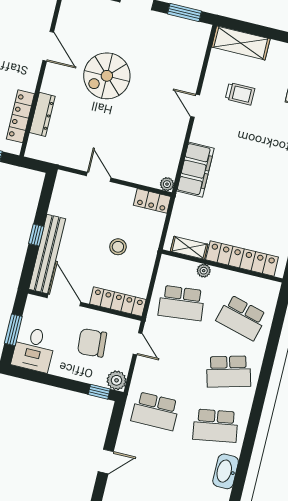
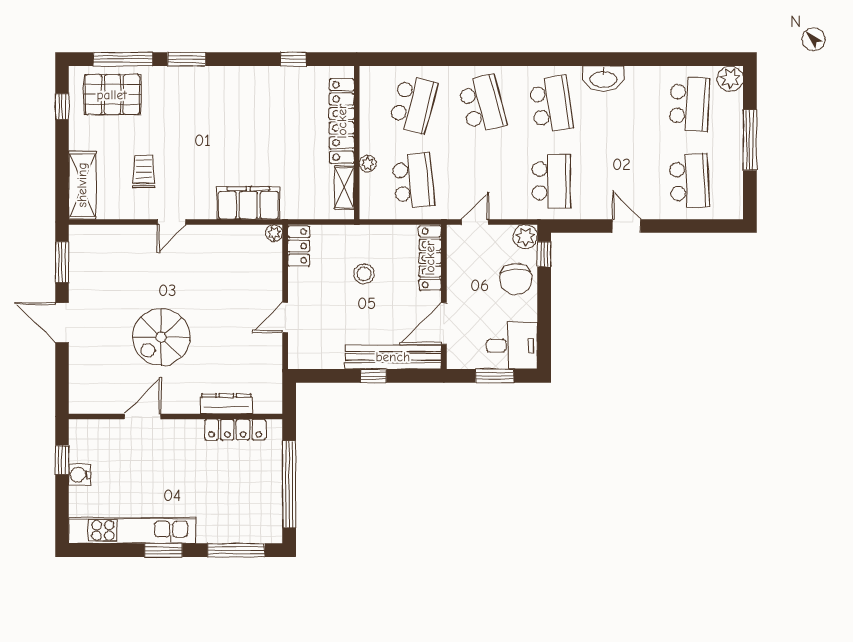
spiral stairs: (107, 76) -> (161, 337), turned 90
chair: (92, 343) -> (516, 279), moved

